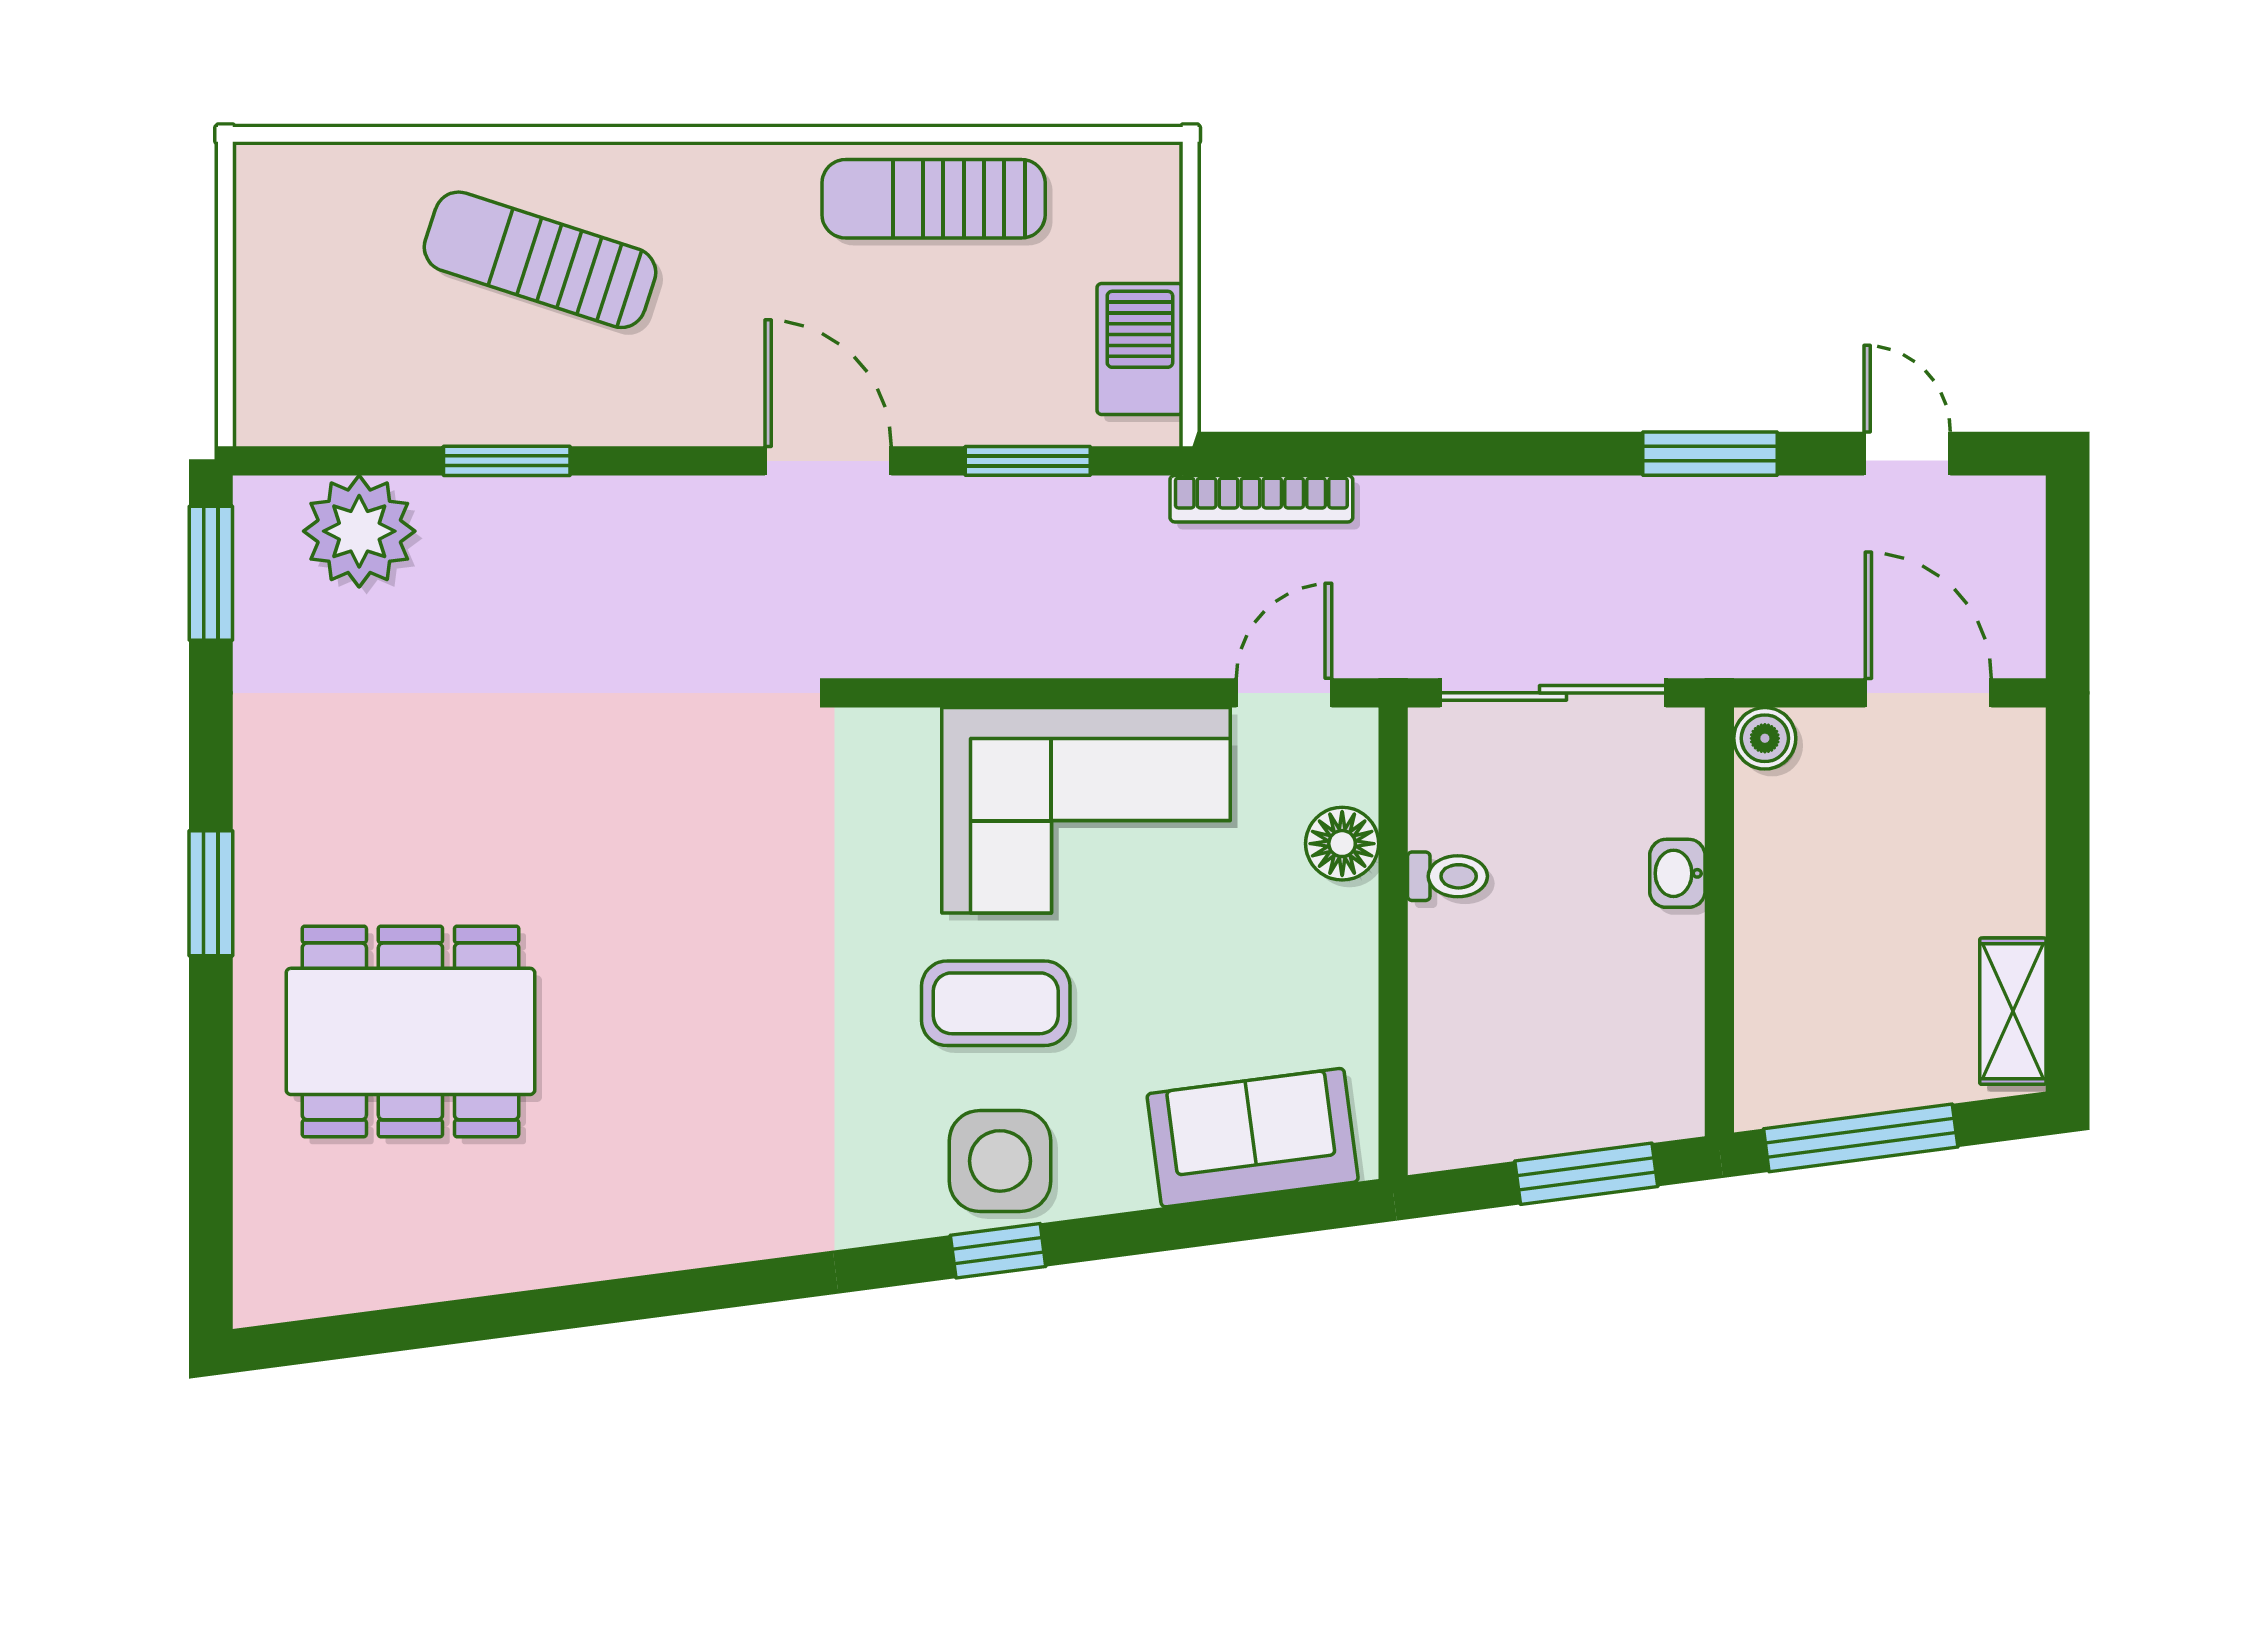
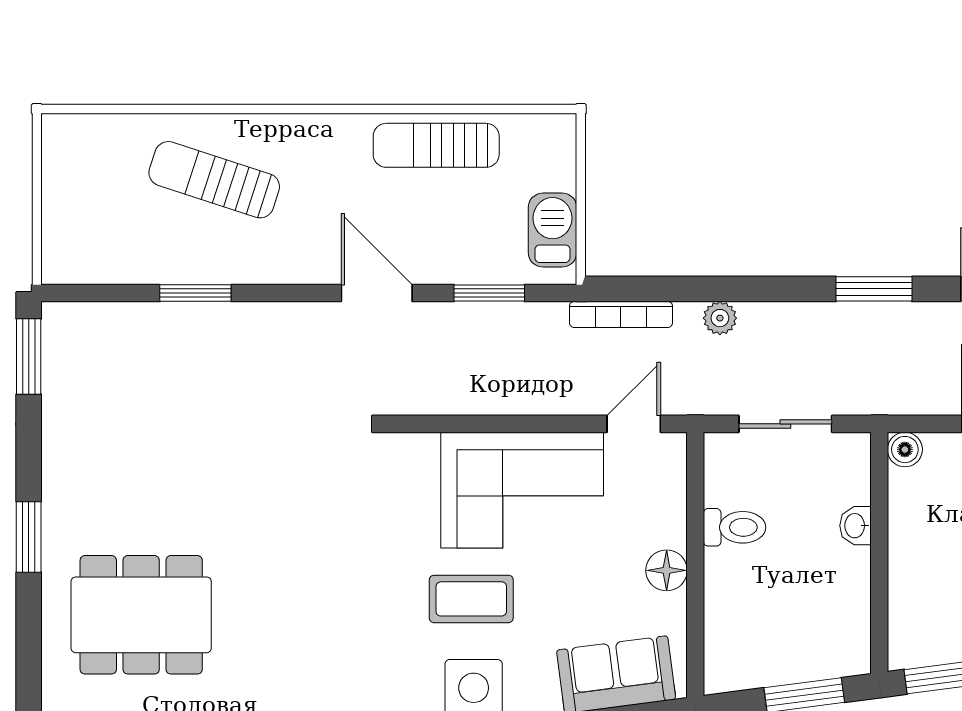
plant: (359, 531) -> (720, 318), moved, width x0.53, depth x0.53
sliding door: (1553, 693) -> (785, 424), width x0.73
floor lamp: (1342, 844) -> (667, 570), moved
toilet: (1447, 876) -> (735, 527), width x1.37, depth x1.39

